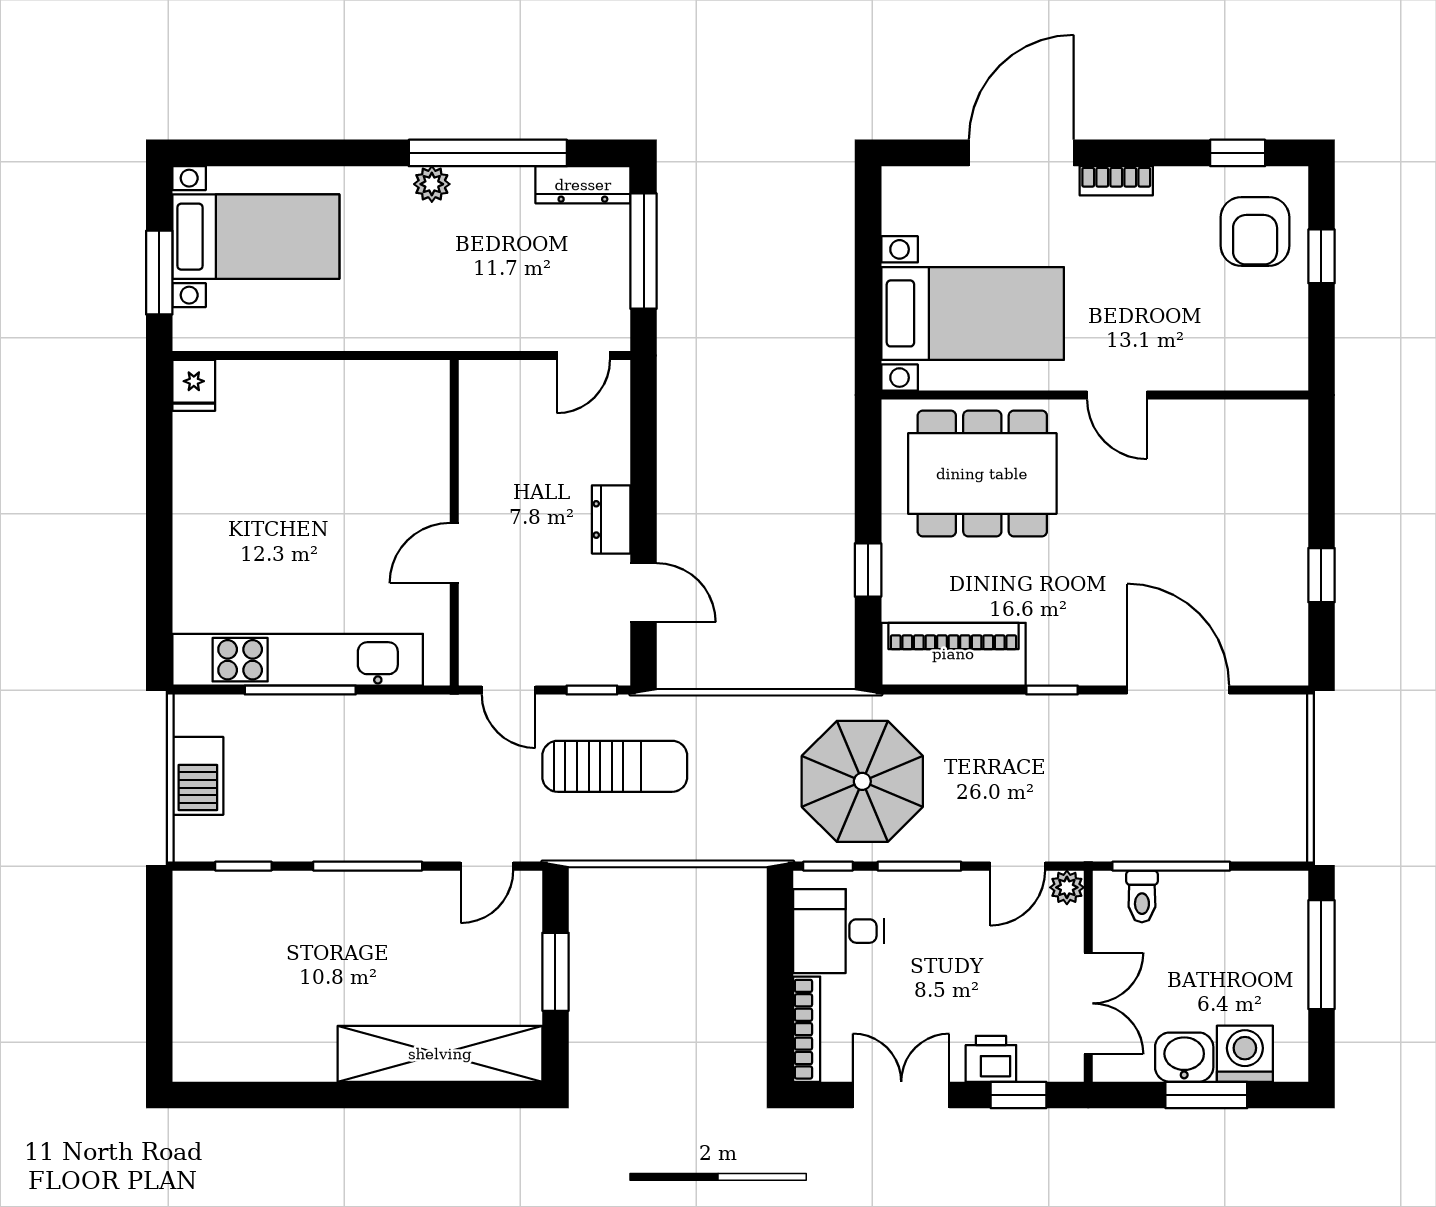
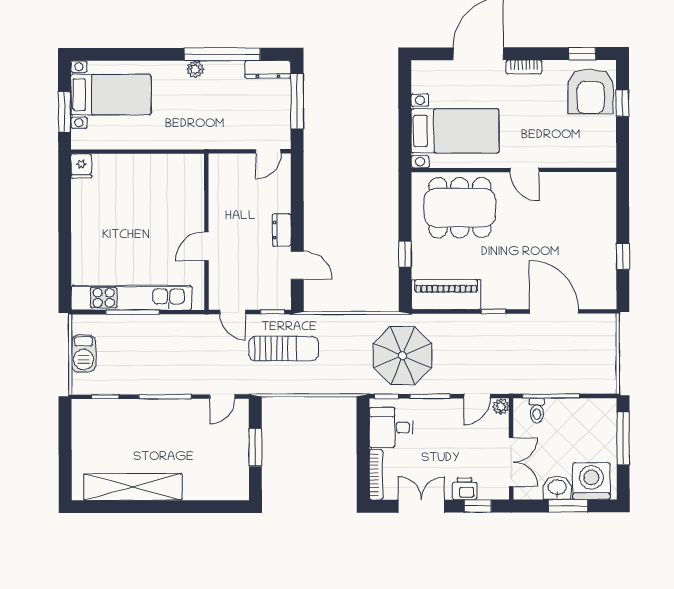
armchair: (1255, 231) -> (591, 91), width x1.36, depth x1.36
shelving: (440, 1054) -> (133, 487), moved
washing machine: (1245, 1054) -> (591, 481), width x1.37, depth x1.37

